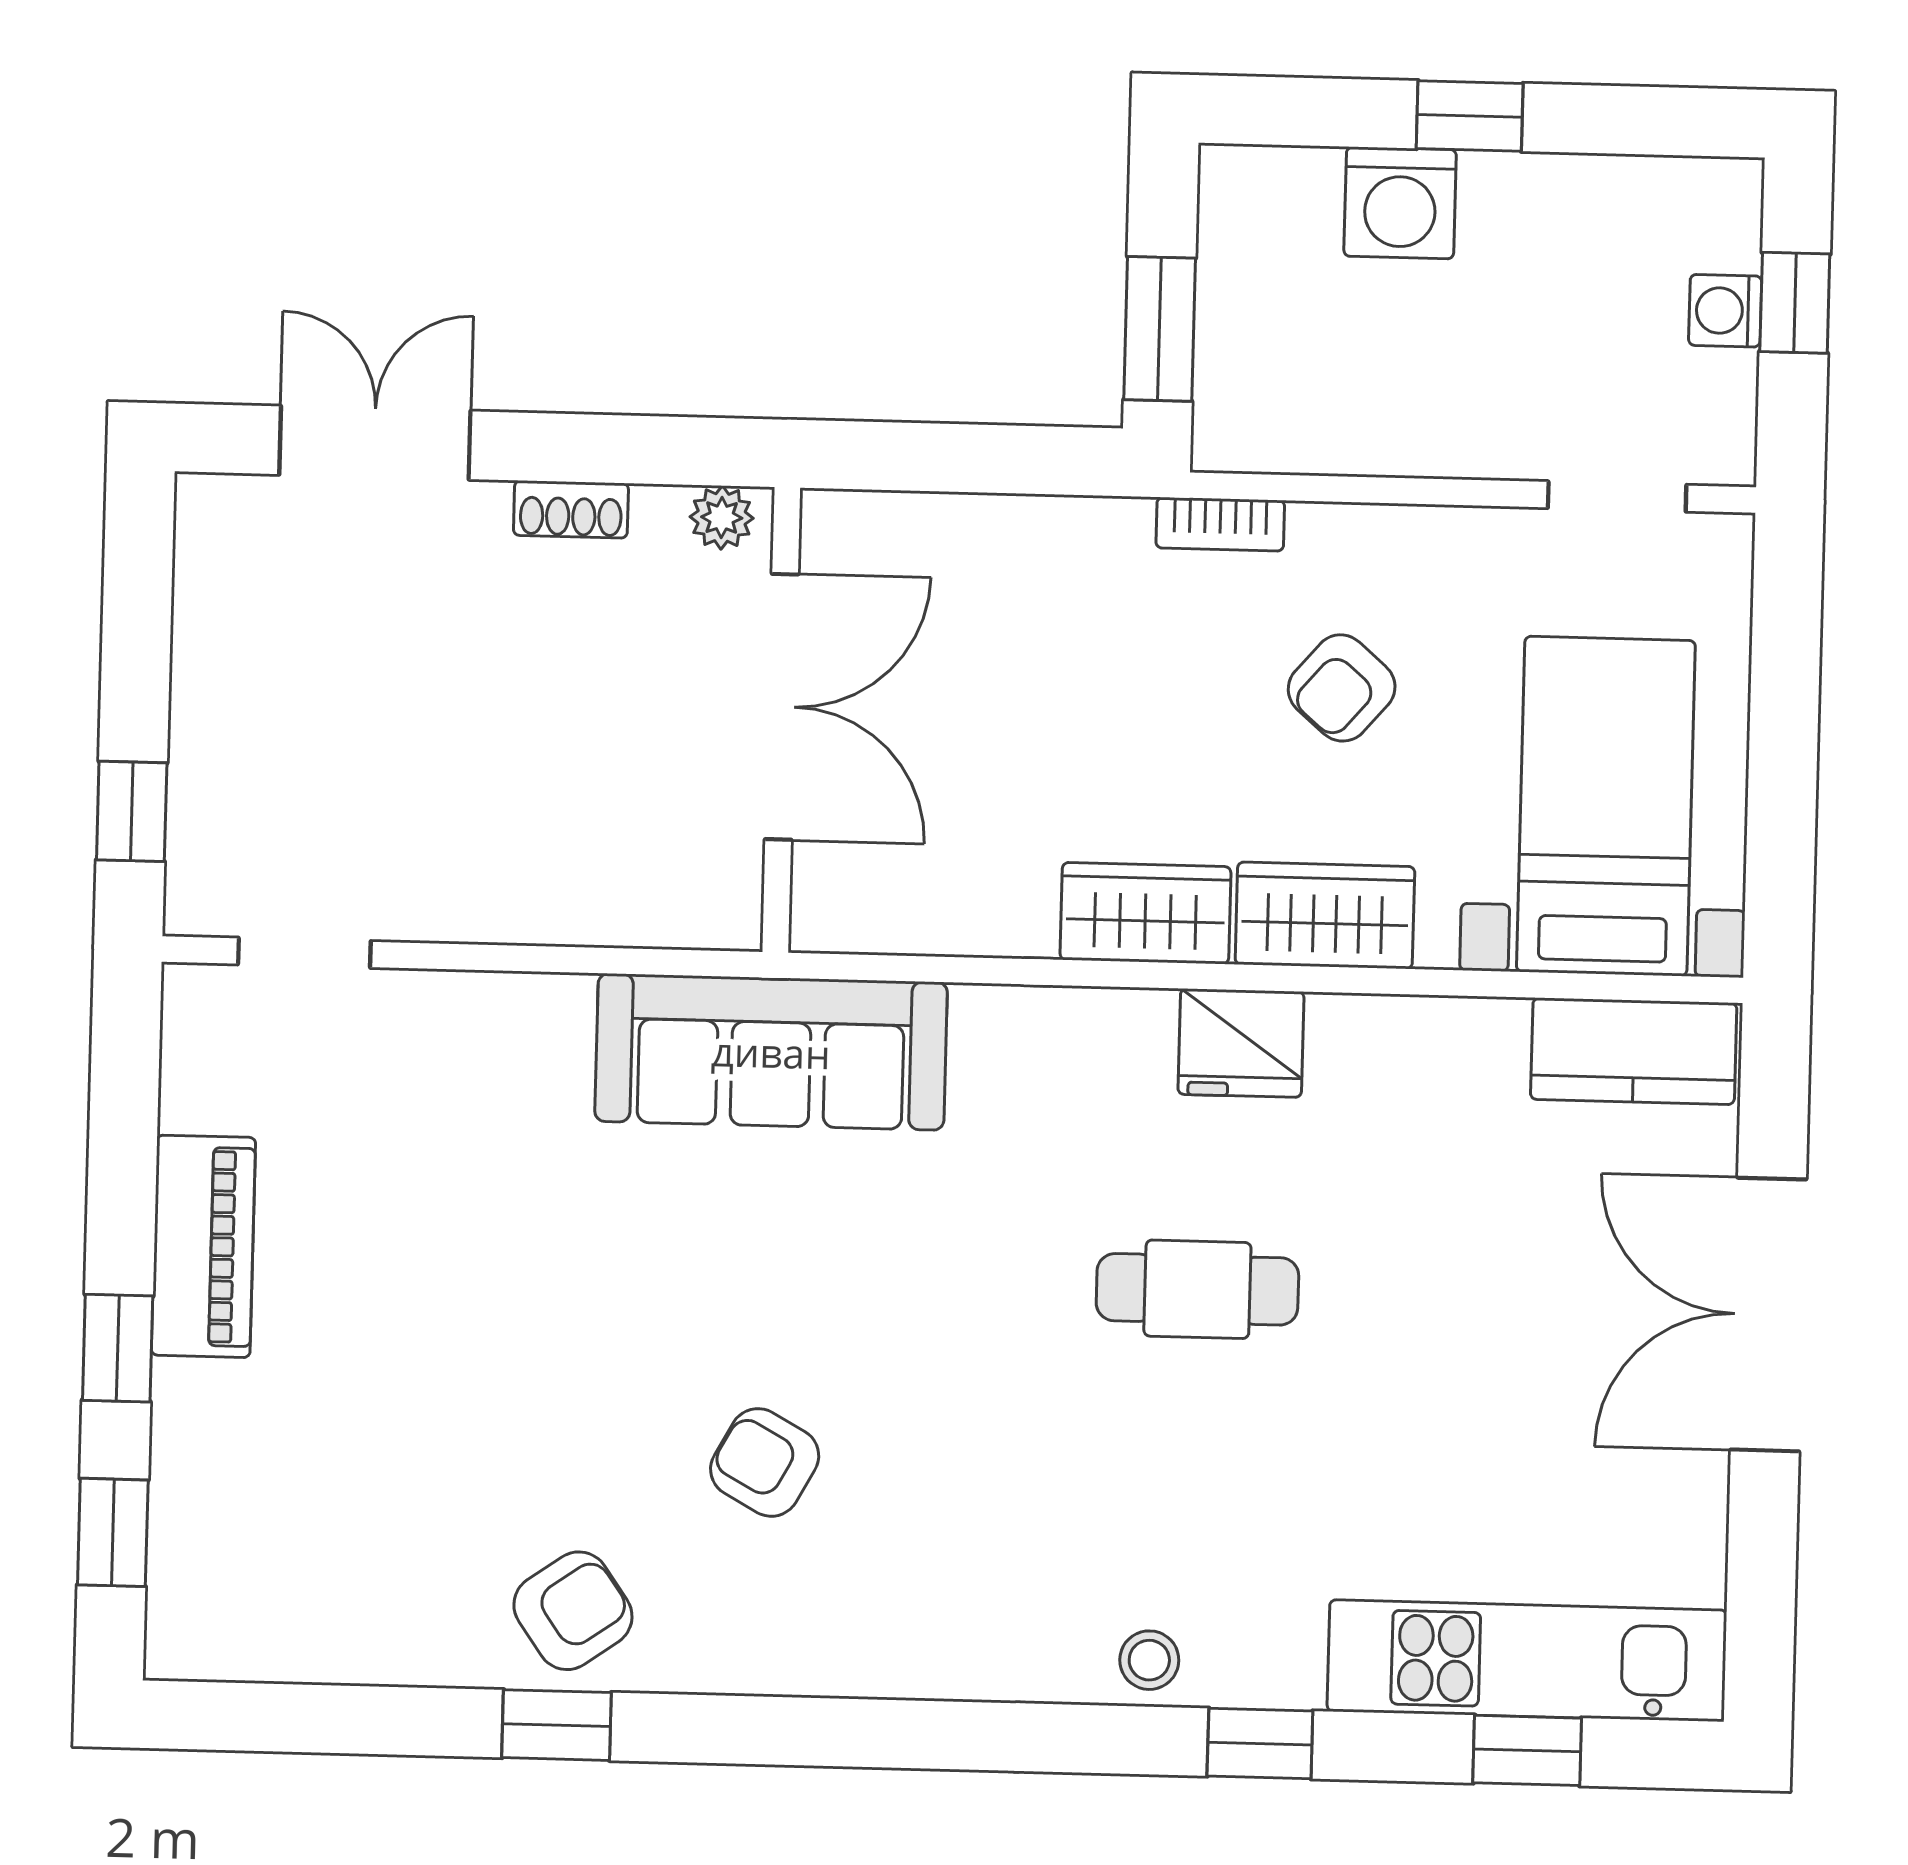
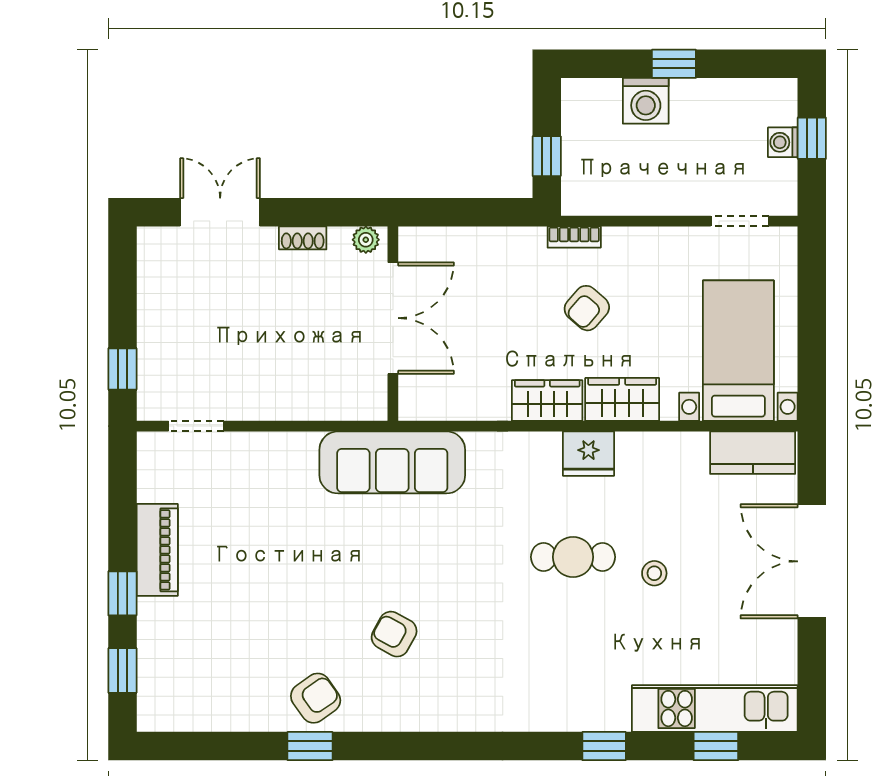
window: (1160, 329) -> (547, 156), width x0.67
armchair: (1342, 688) -> (587, 308), moved
stool: (1149, 1660) -> (654, 573), moved

